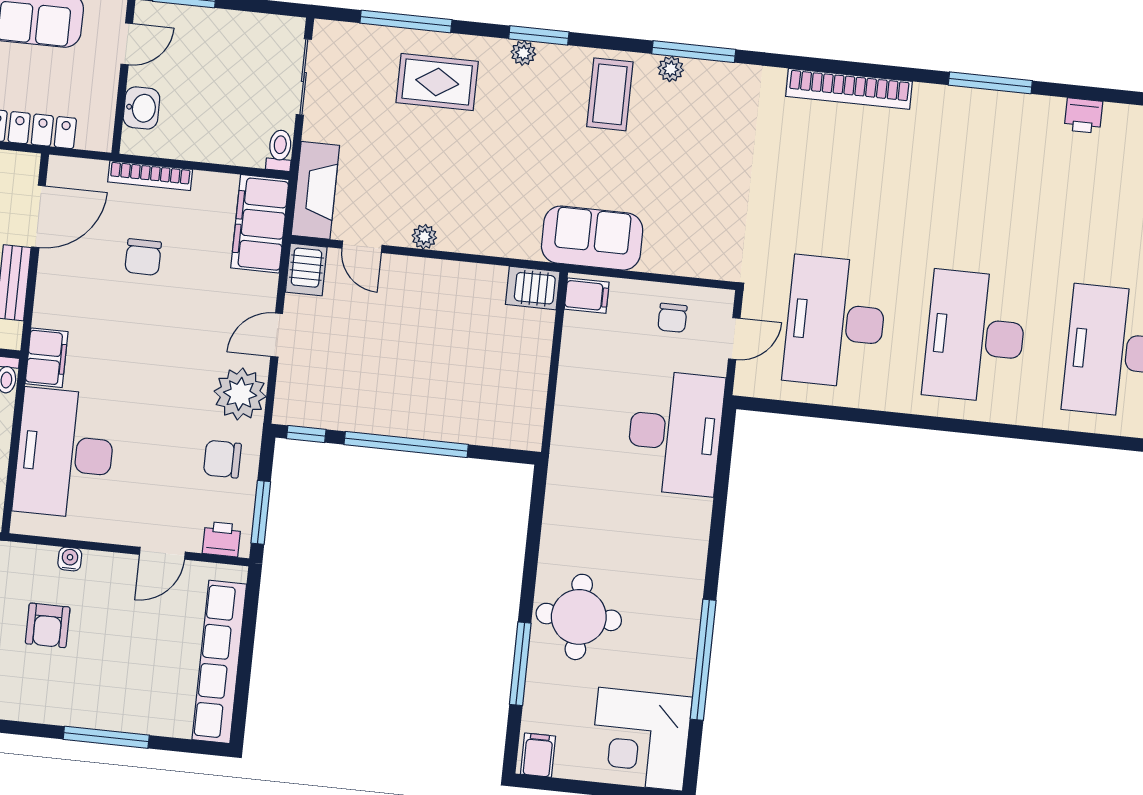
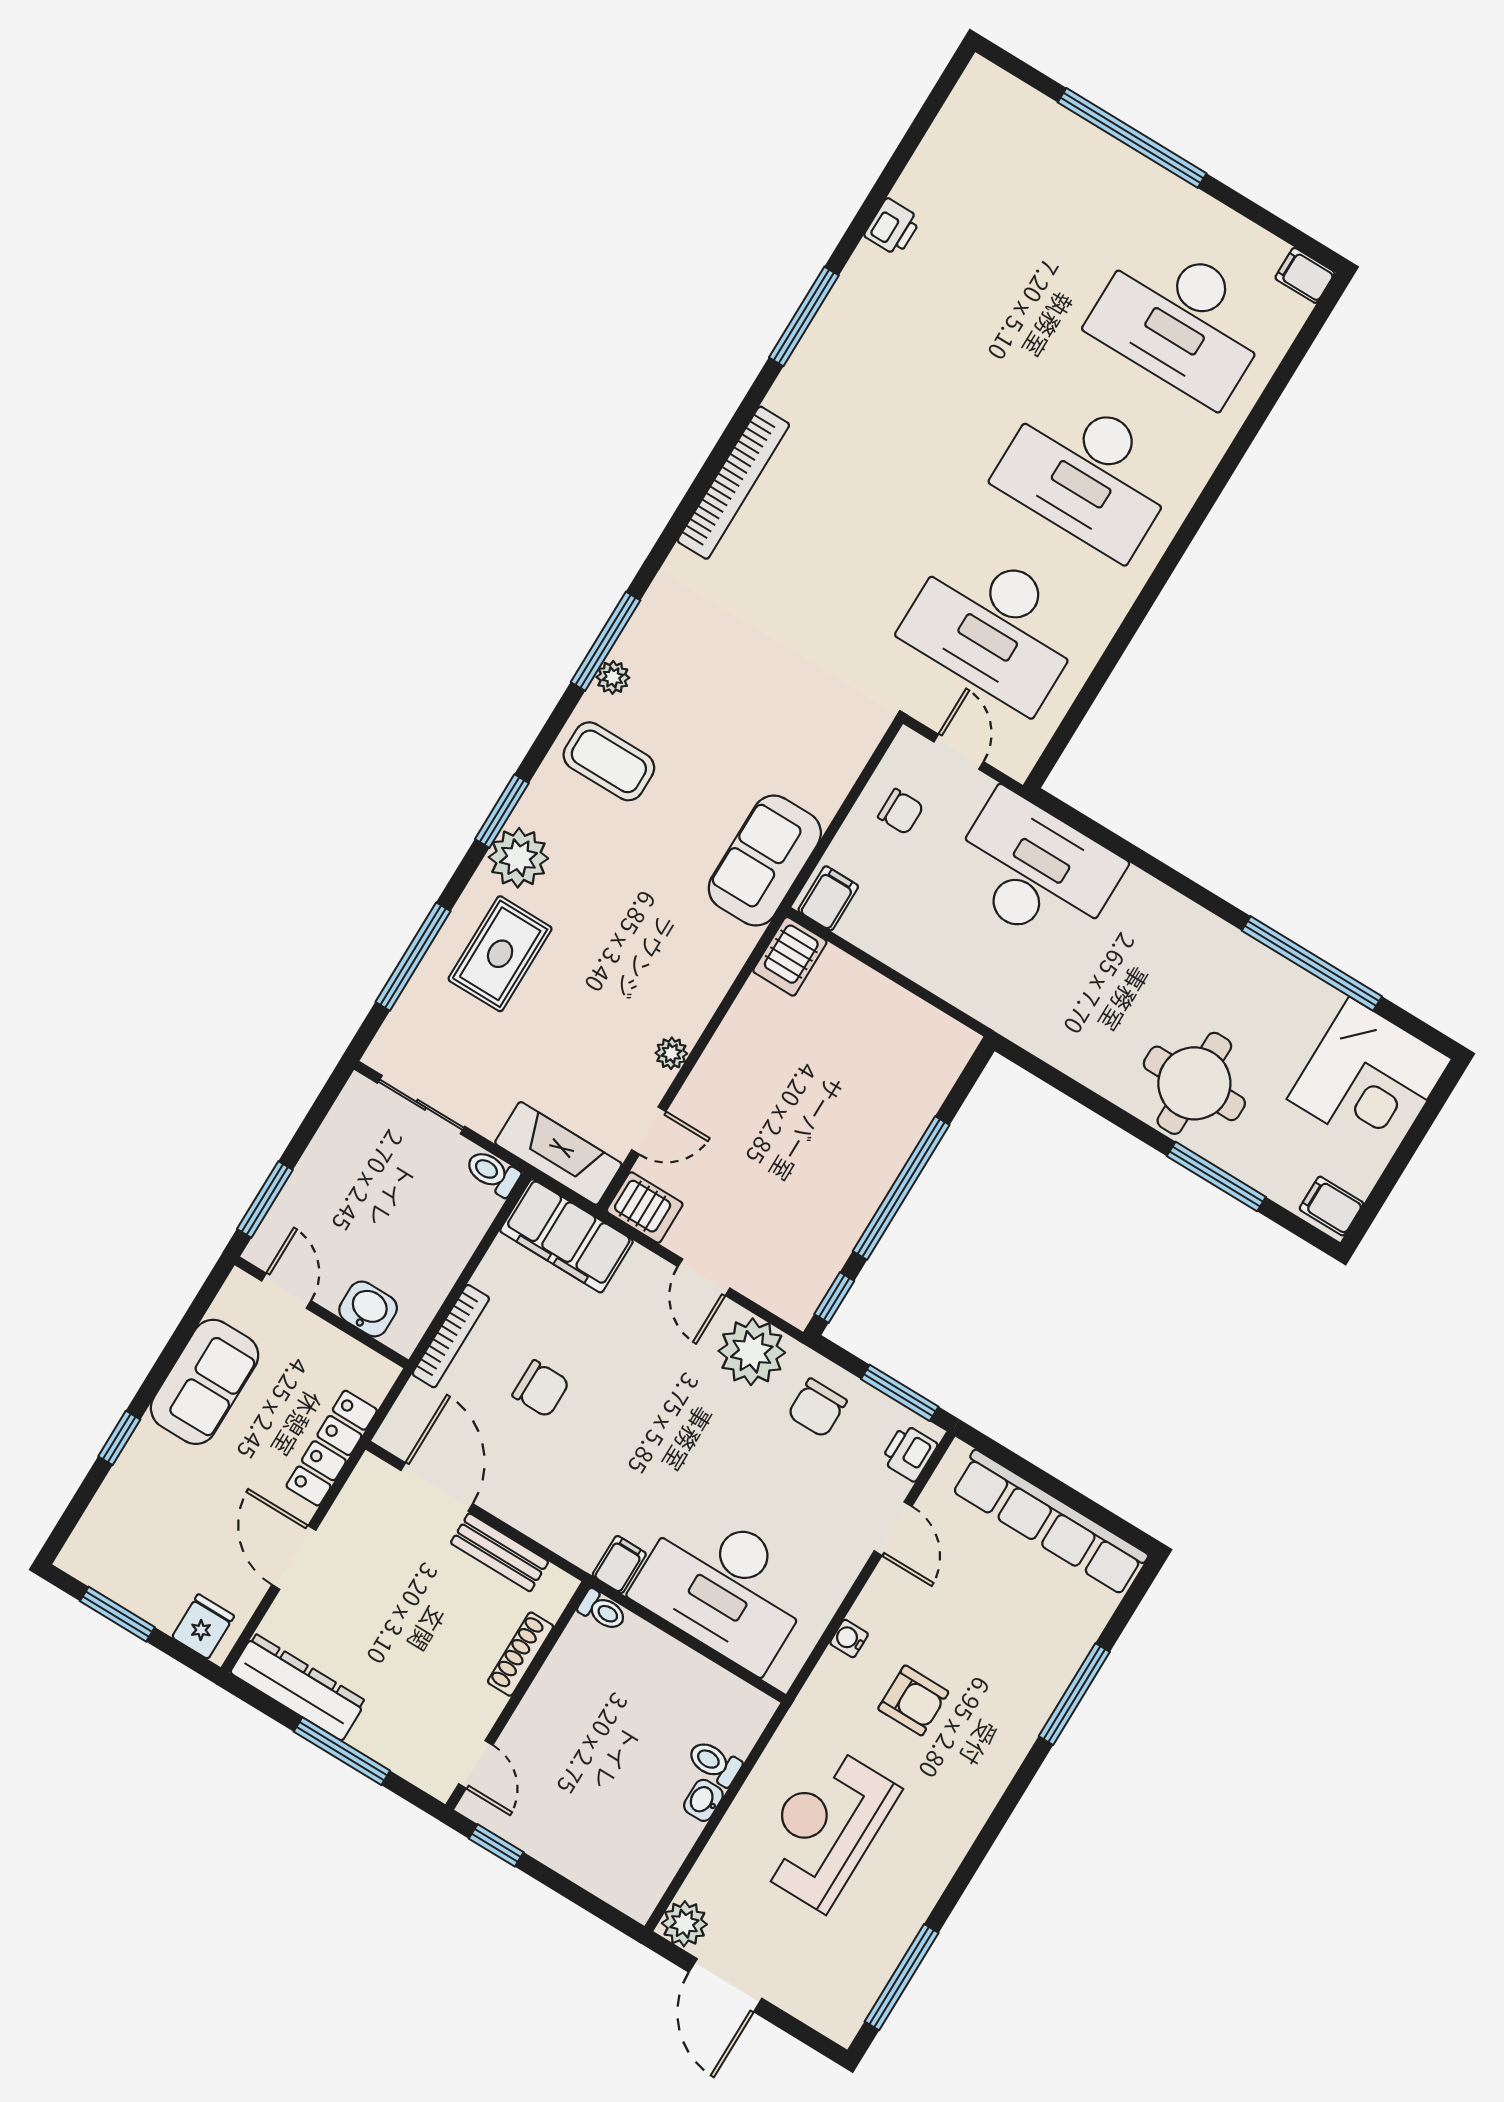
plant: (523, 53) -> (518, 858), width x1.88, depth x1.88
filing cabinet: (47, 358) -> (619, 1564), width x0.50

